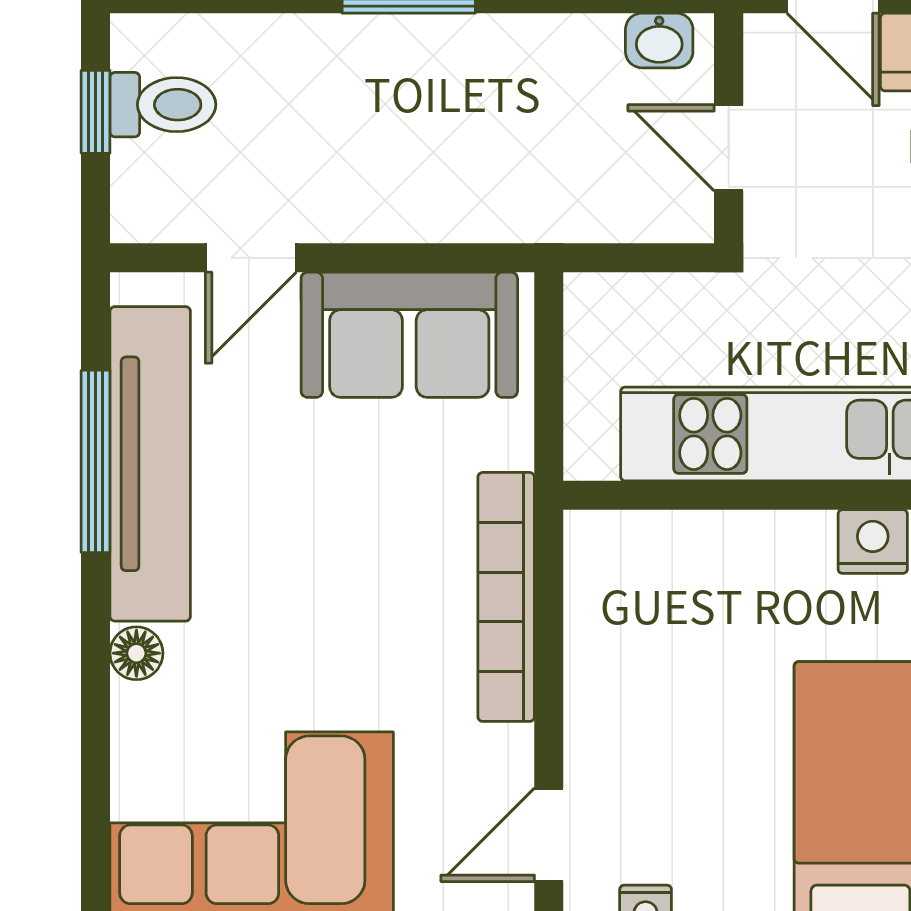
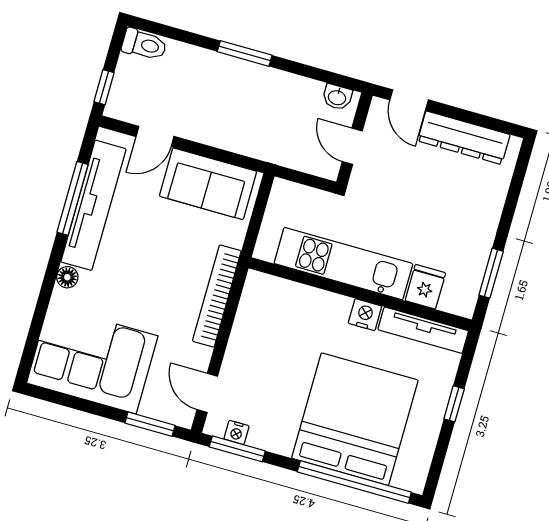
toilet: (163, 105) -> (144, 45), moved
window: (96, 112) -> (104, 87), moved
door: (549, 835) -> (207, 393), hinge flipped

